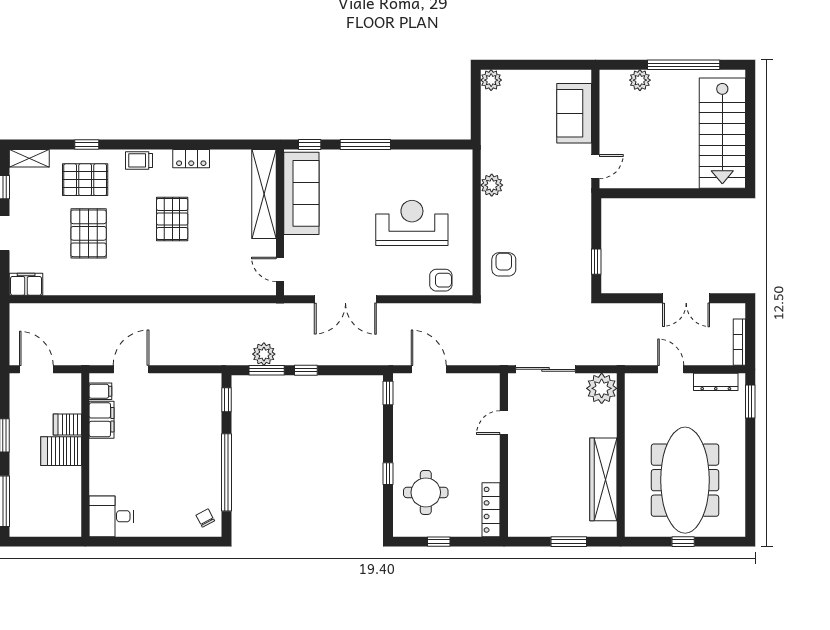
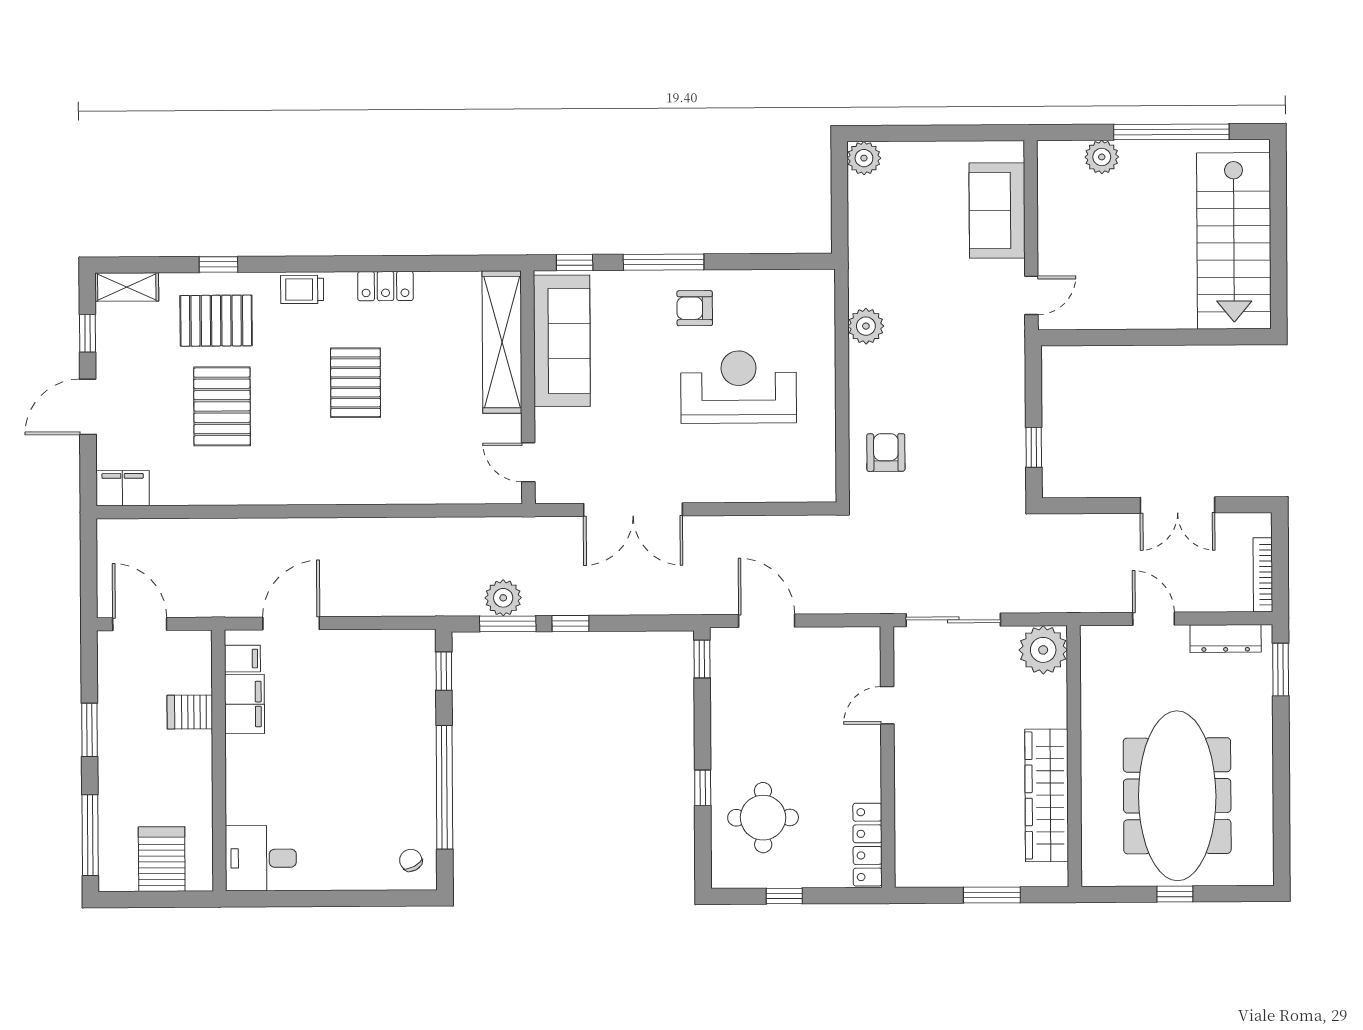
armchair: (441, 280) -> (695, 308), moved, turned 180
server rack: (61, 451) -> (162, 859), moved, turned 90

